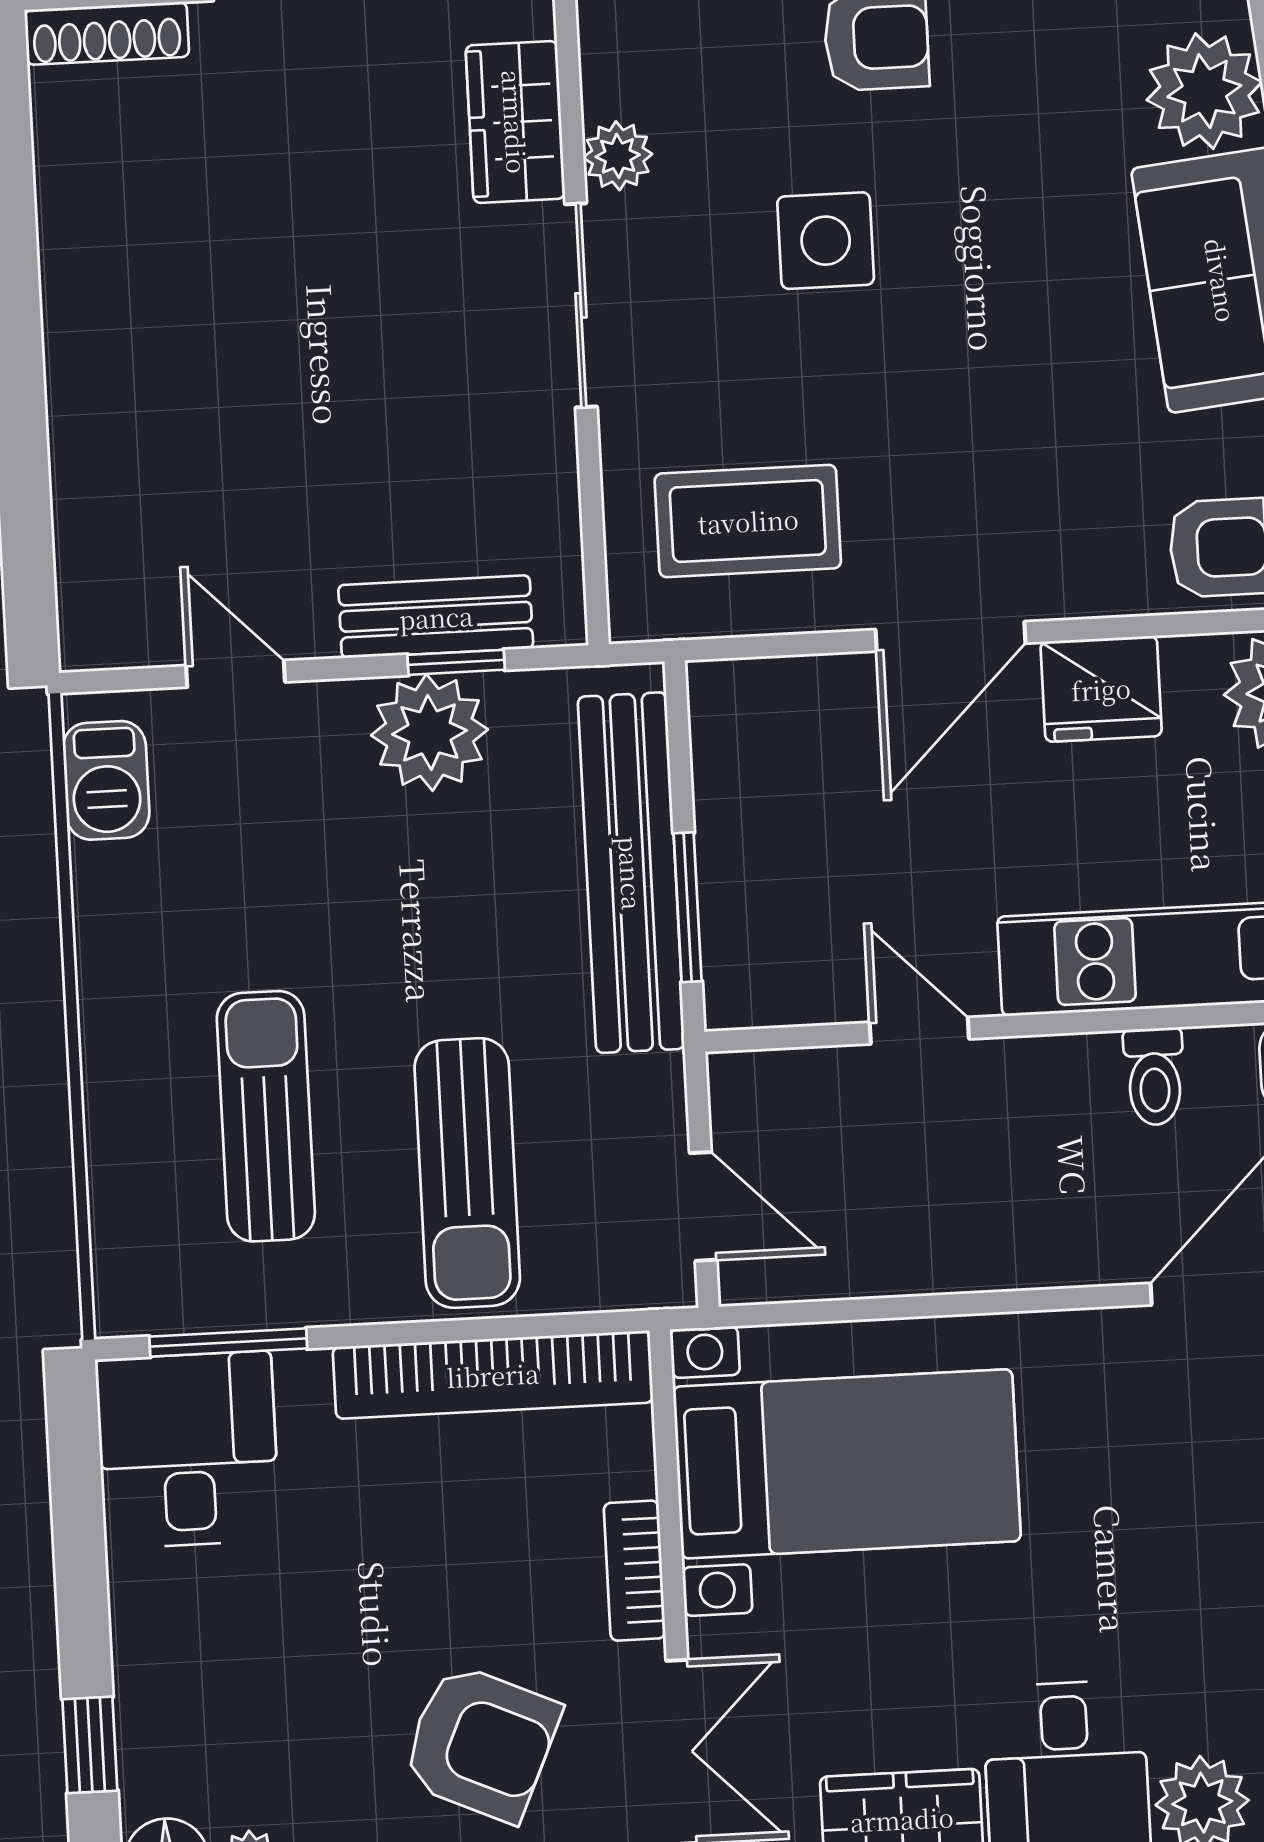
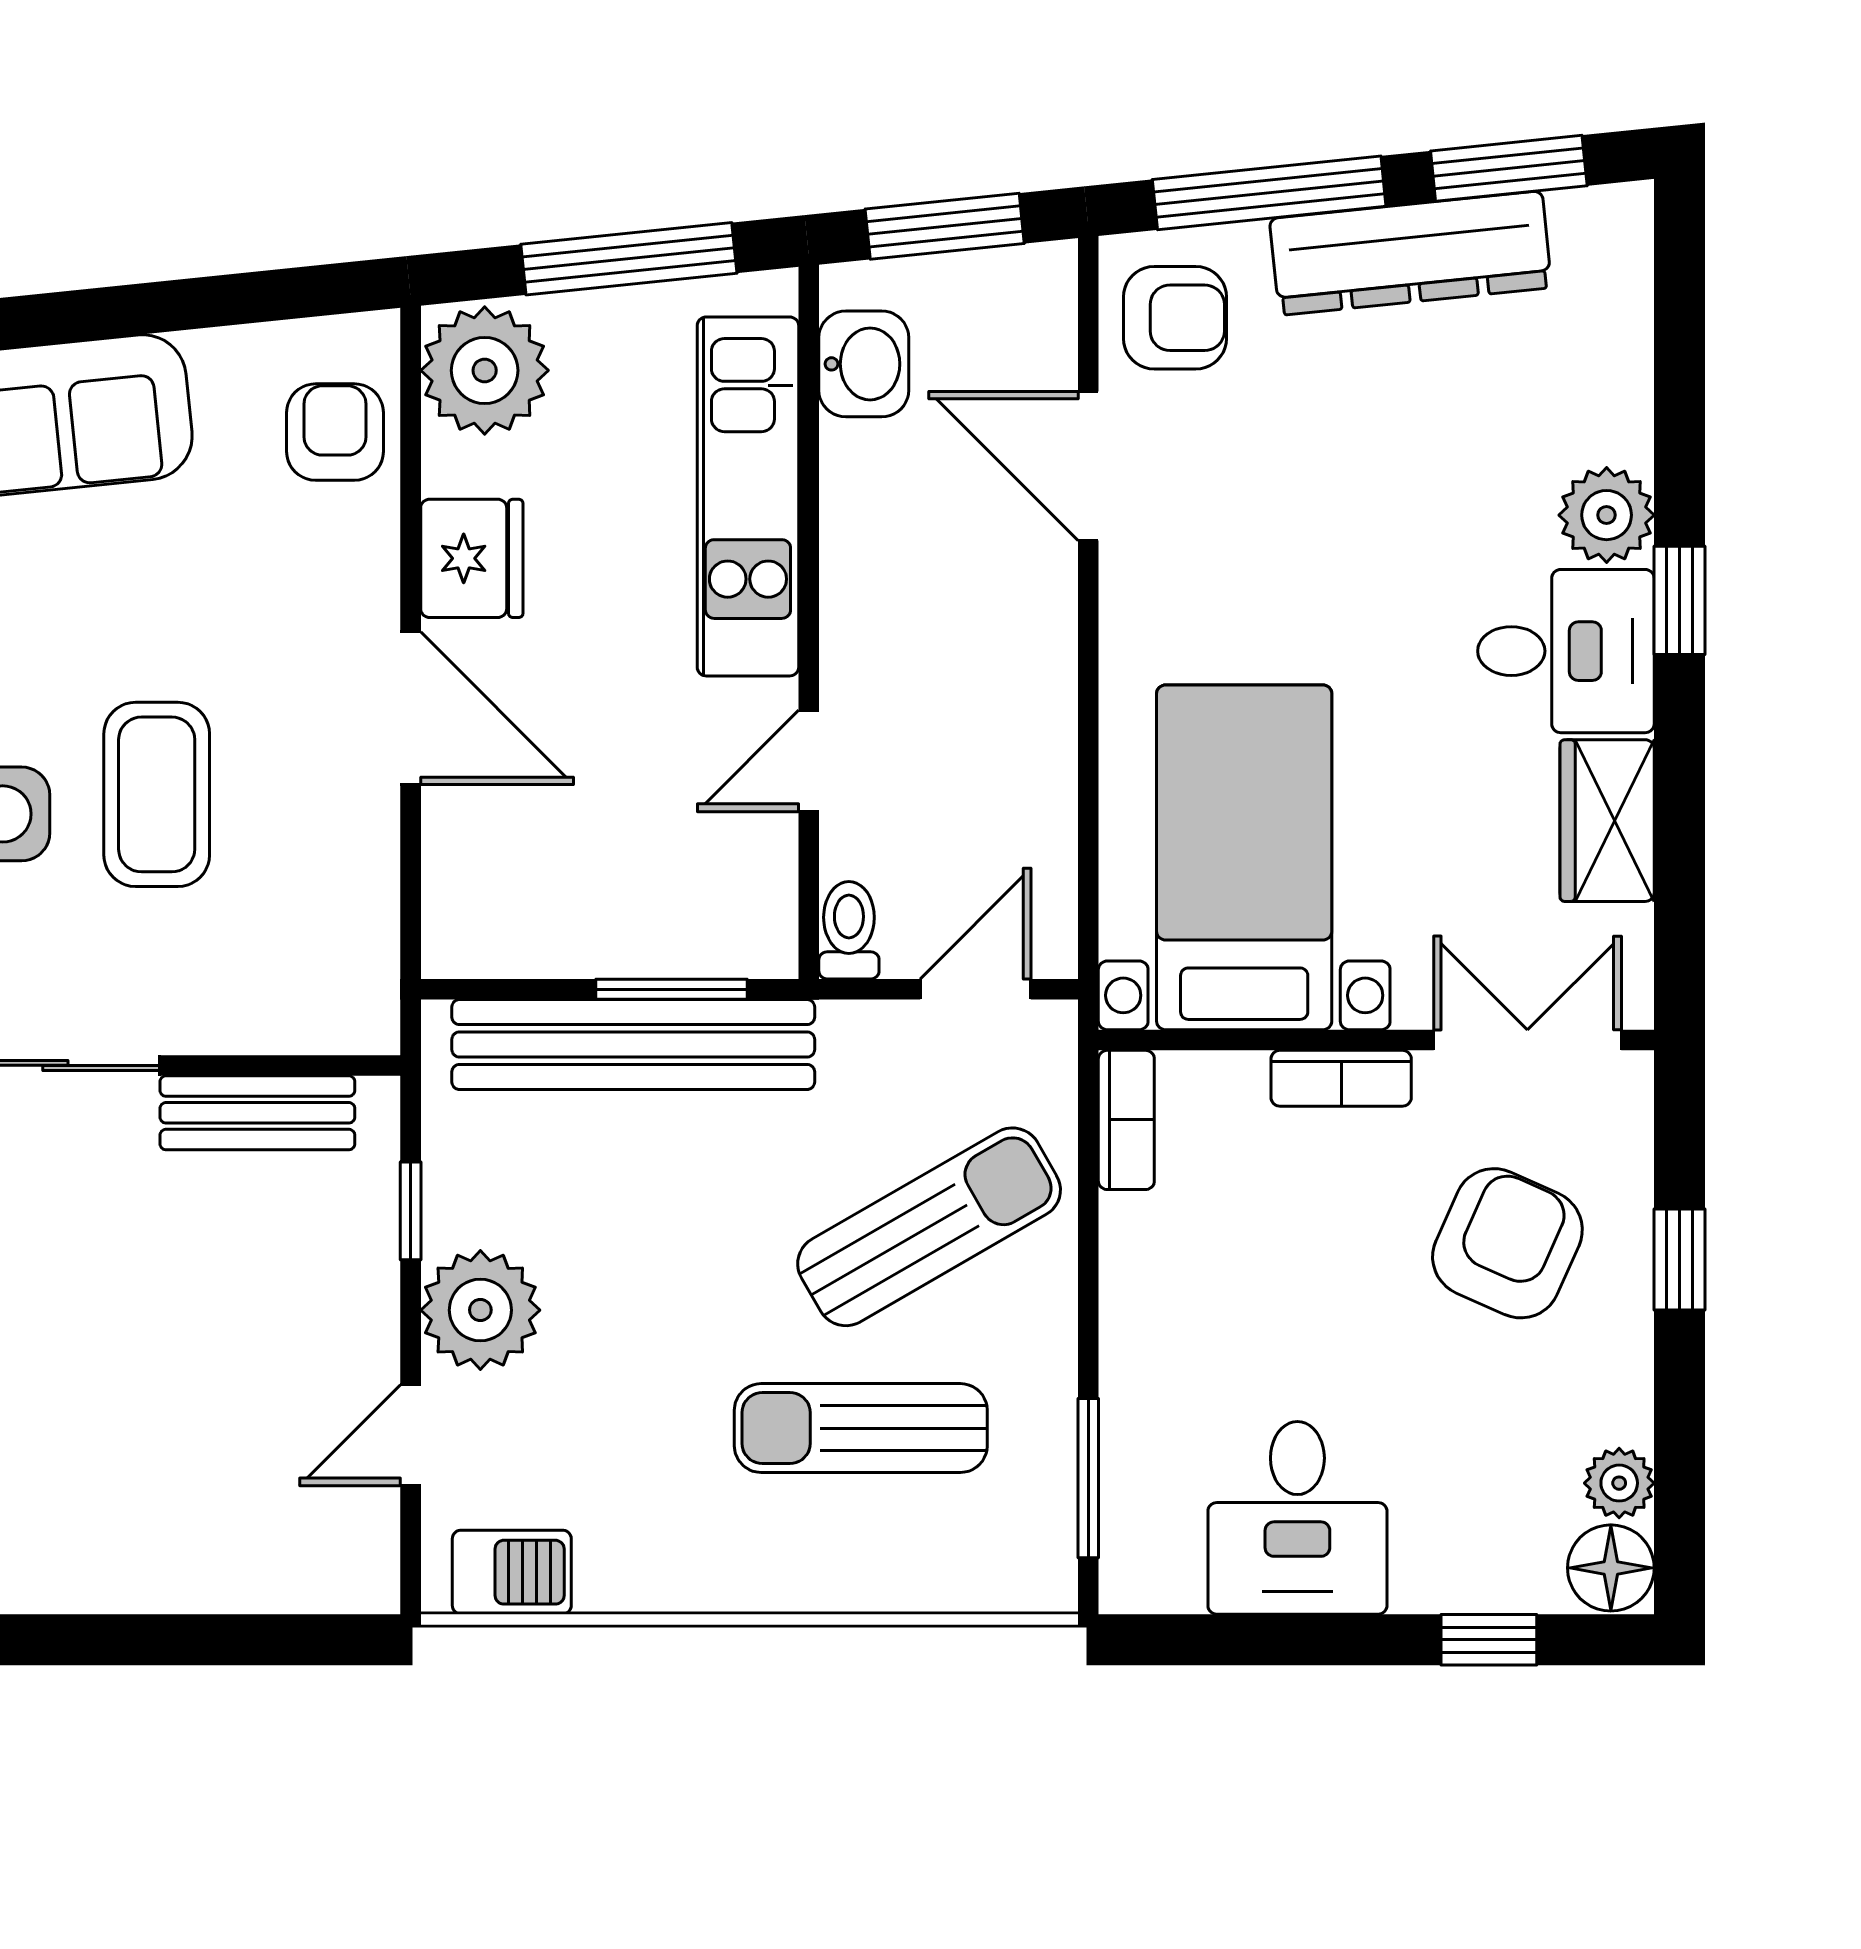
coffee table: (748, 521) -> (157, 794), moved
bench: (436, 617) -> (257, 1113), moved, turned 90
plant: (429, 732) -> (480, 1310), moved
toilet: (1154, 1077) -> (849, 930), moved, turned -90
sun lounger: (467, 1173) -> (929, 1227), turned -30
bookcase: (493, 1375) -> (1126, 1120), width x0.43, depth x0.76
desk: (188, 1450) -> (1297, 1518), moved, turned -90

